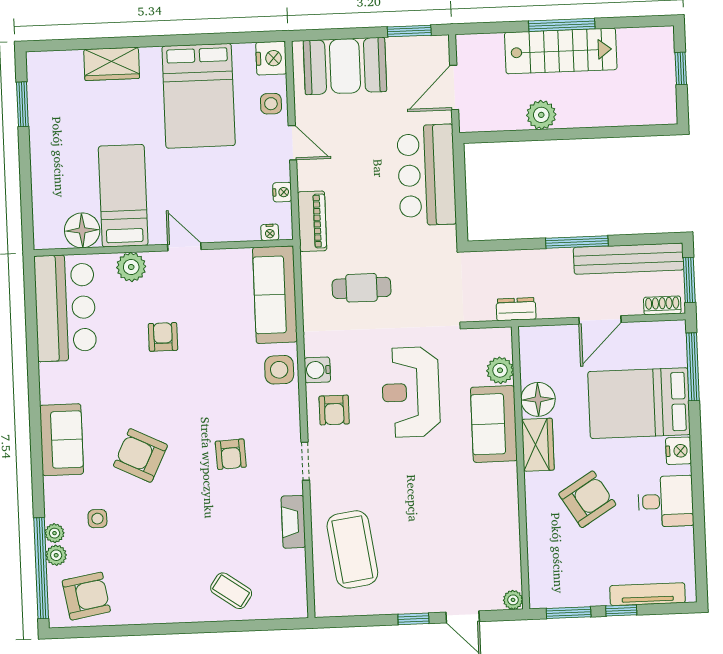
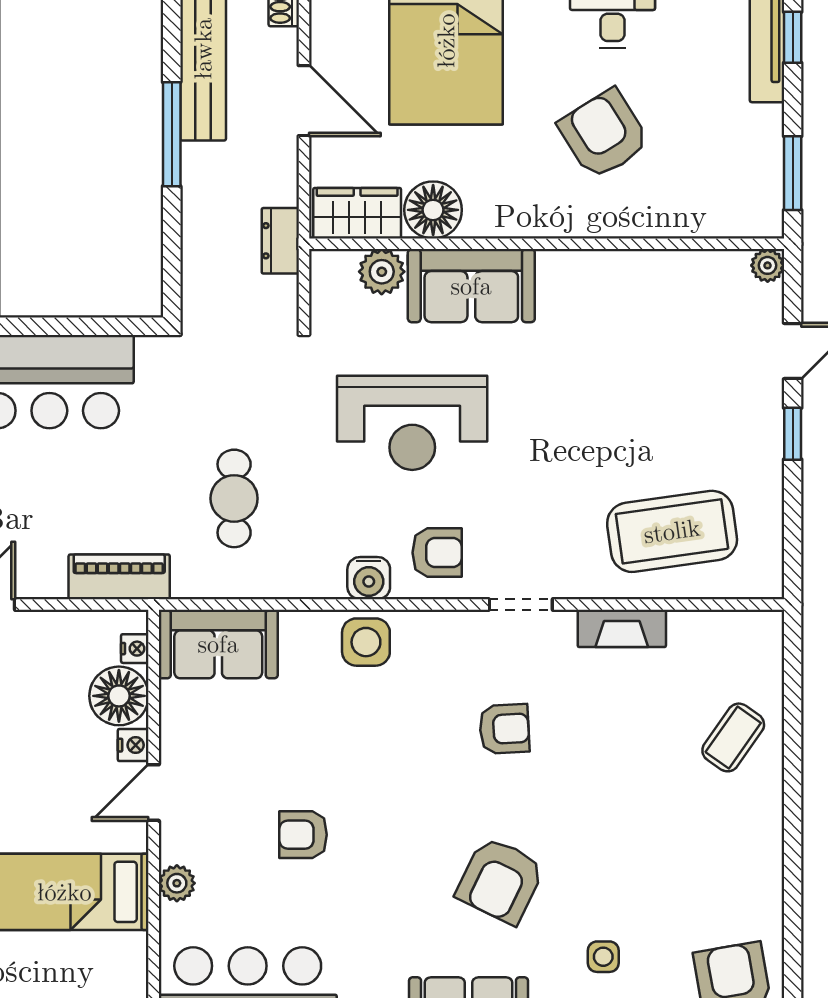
nightstand: (282, 192) -> (133, 745), moved, turned 90
floor lamp: (82, 230) -> (119, 696), moved
plant: (131, 267) -> (177, 883), width x0.73, depth x0.73
sofa: (275, 295) -> (218, 644), width x0.73
wardrobe: (538, 445) -> (357, 213), moved
window: (621, 610) -> (793, 37), moved

